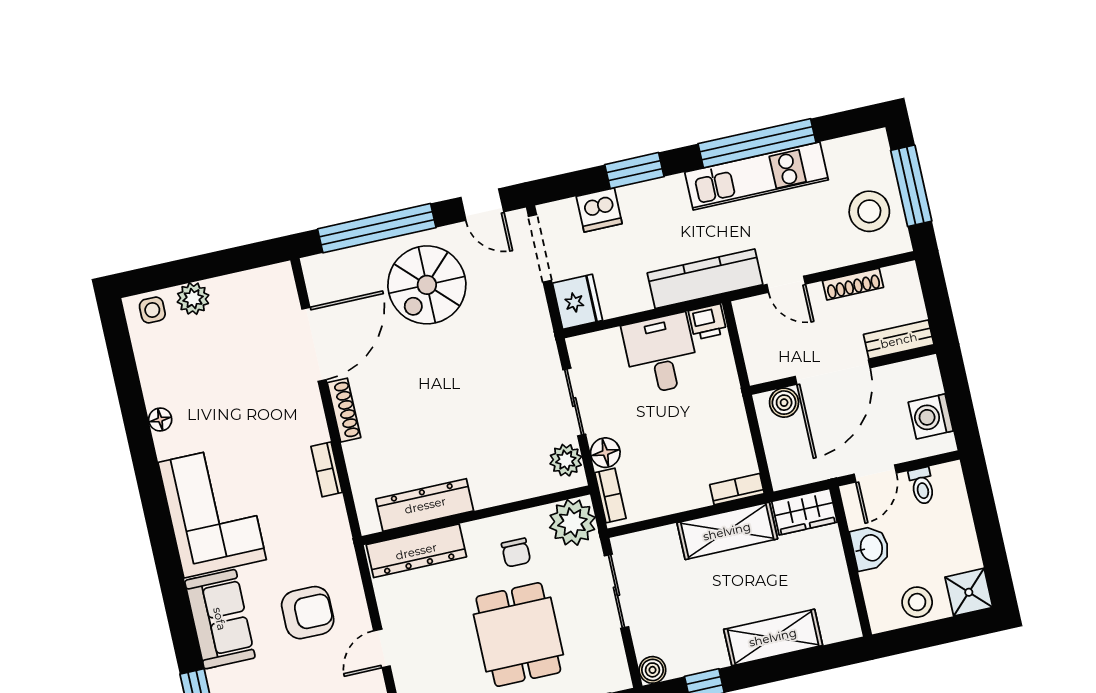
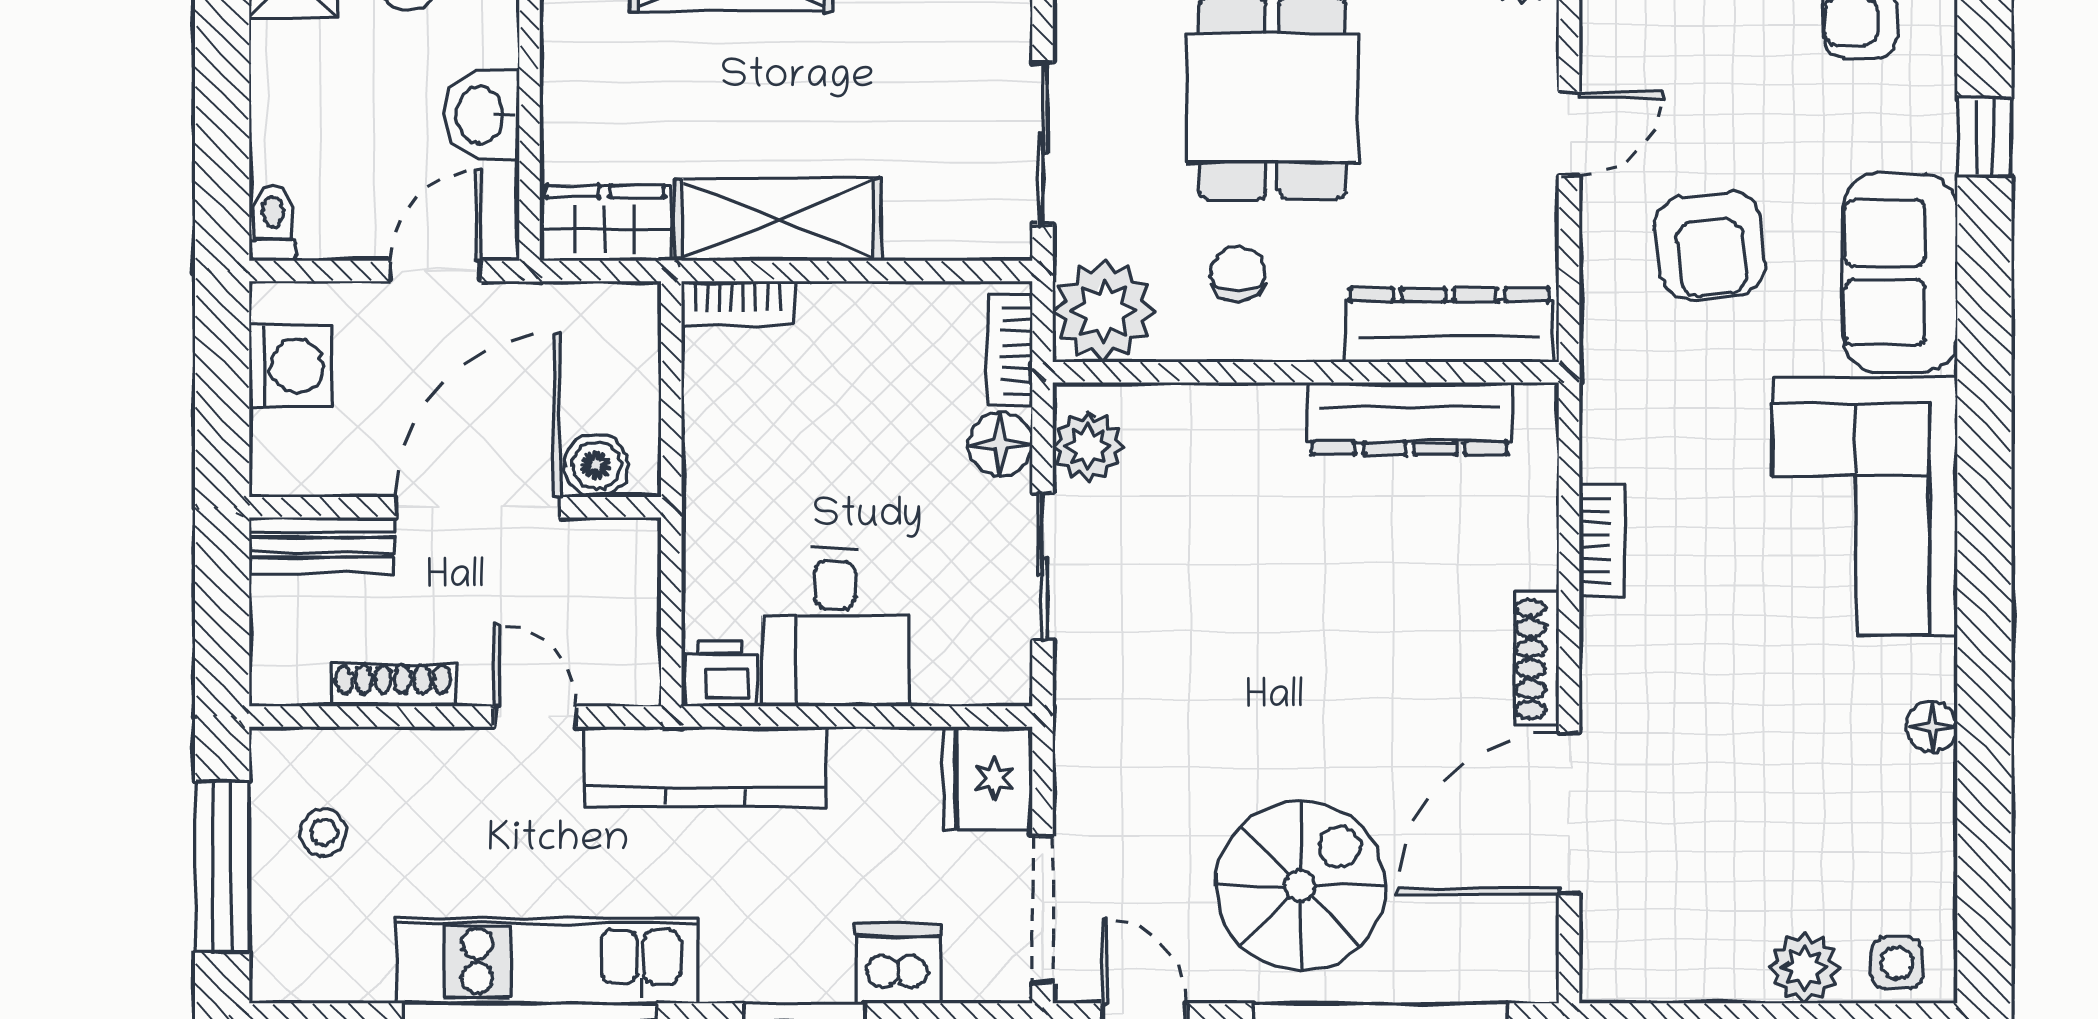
stool: (869, 211) -> (324, 832), width x0.53, depth x0.53
toilet: (922, 486) -> (273, 222), moved
armchair: (308, 613) -> (1710, 245), turned -97

